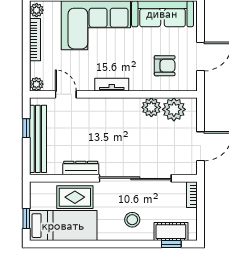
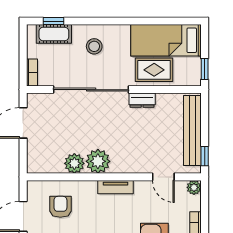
armchair: (165, 66) -> (60, 207), turned 90
plant: (174, 109) -> (98, 161), moved
window: (26, 128) -> (205, 156), moved
dresser: (81, 168) -> (142, 100), width x0.70
window: (26, 219) -> (205, 69), moved

